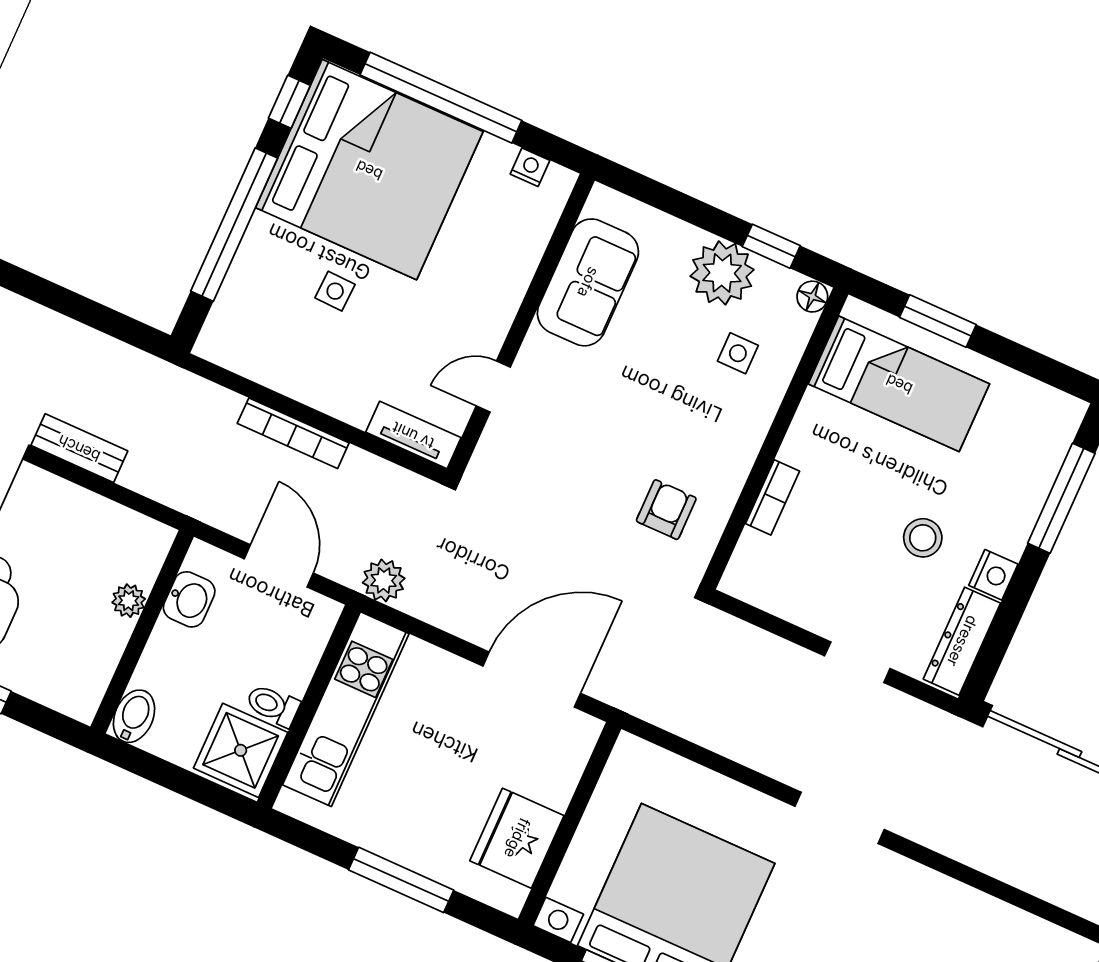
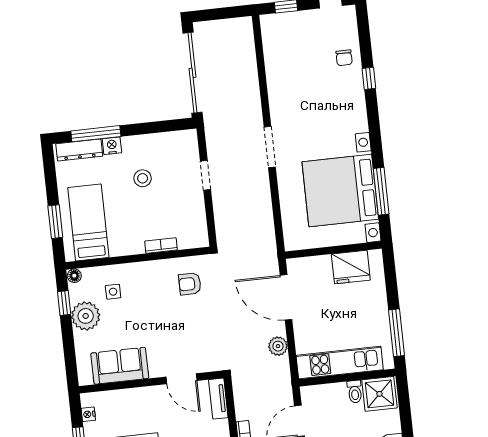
door: (493, 386) -> (181, 379), width x1.38
nightstand: (993, 575) -> (112, 146), moved
plant: (384, 580) -> (278, 346), moved
dresser: (962, 641) -> (79, 150), moved
window: (401, 880) -> (396, 333), moved

